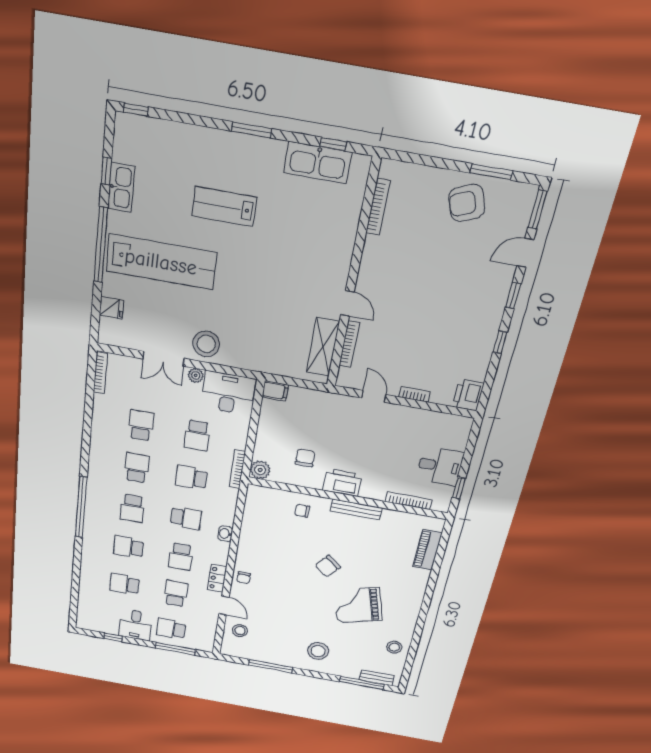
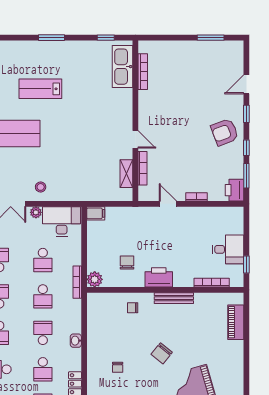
kitchen sink: (318, 163) -> (122, 67), moved, turned 90
armchair: (467, 203) -> (225, 132), moved
window: (538, 209) -> (246, 176), moved
stool: (206, 344) -> (41, 187), width x0.53, depth x0.53
shelving: (323, 347) -> (126, 174), width x0.67, depth x0.75
school desk: (191, 478) -> (43, 296), turned -90
school desk: (186, 518) -> (43, 333), turned -90
chair: (244, 578) -> (118, 367), moved

